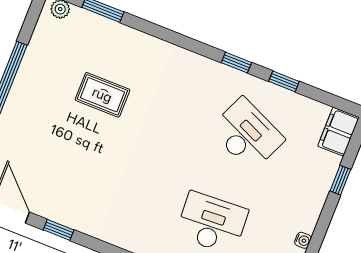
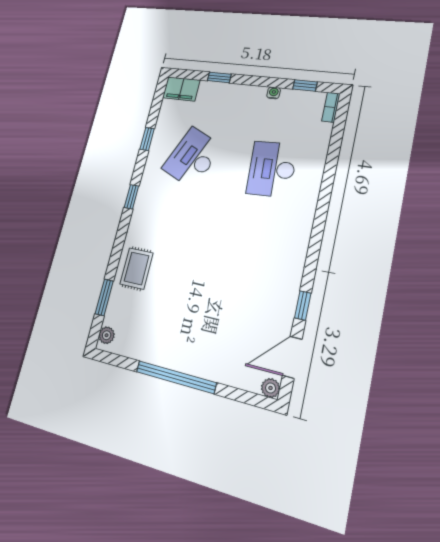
window: (236, 63) -> (131, 197), moved
rug: (102, 95) -> (137, 268), moved

